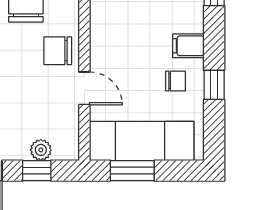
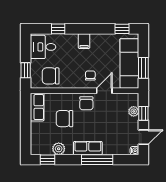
chair: (176, 81) -> (90, 76), moved
window: (214, 85) -> (122, 29), moved

